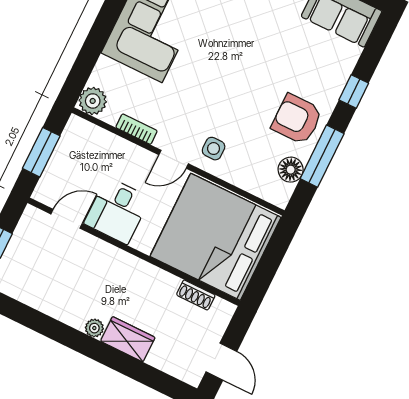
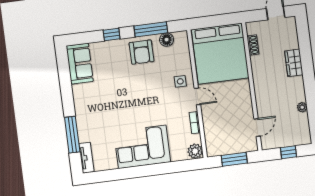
desk: (117, 211) -> (238, 107), removed
door: (67, 219) -> (257, 127), swing flipped
plant: (94, 328) -> (302, 107), moved

